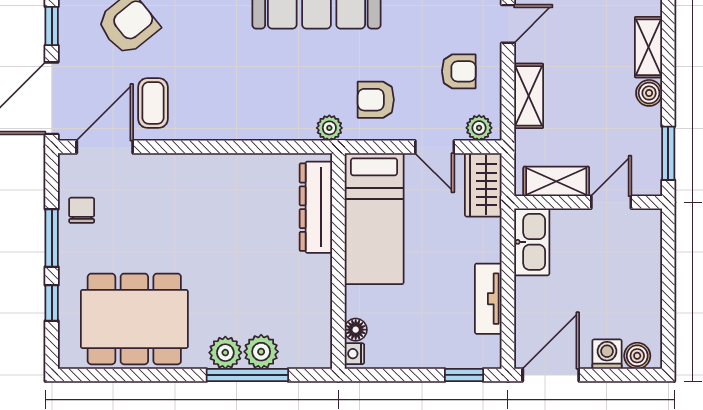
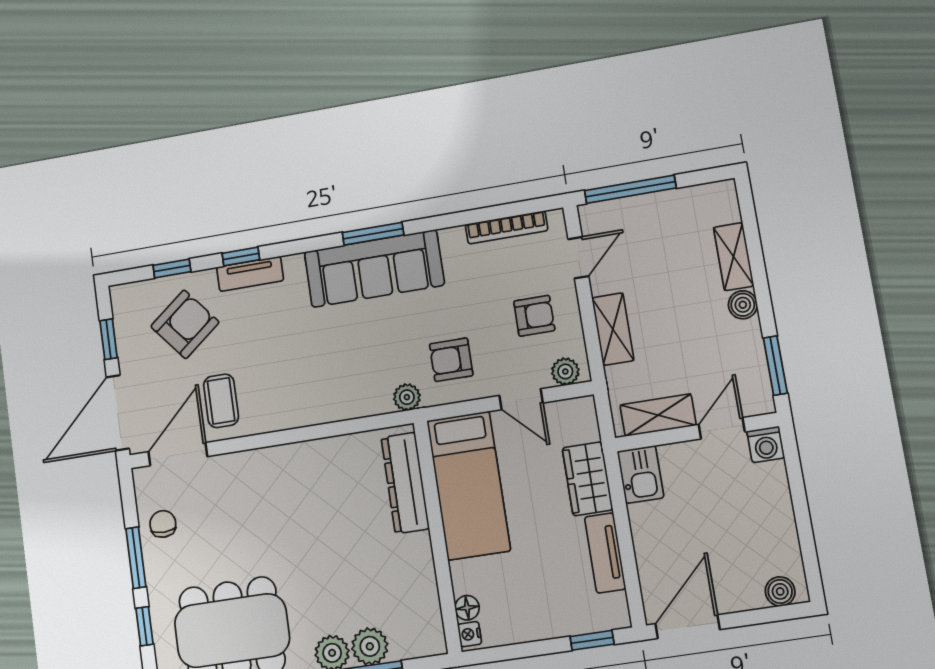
wardrobe: (483, 185) -> (587, 479), moved
kitchen sink: (532, 242) -> (641, 474), width x0.73
washing machine: (607, 354) -> (766, 445), moved, turned 180

